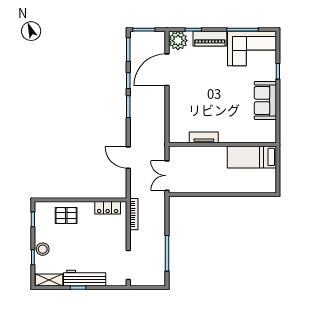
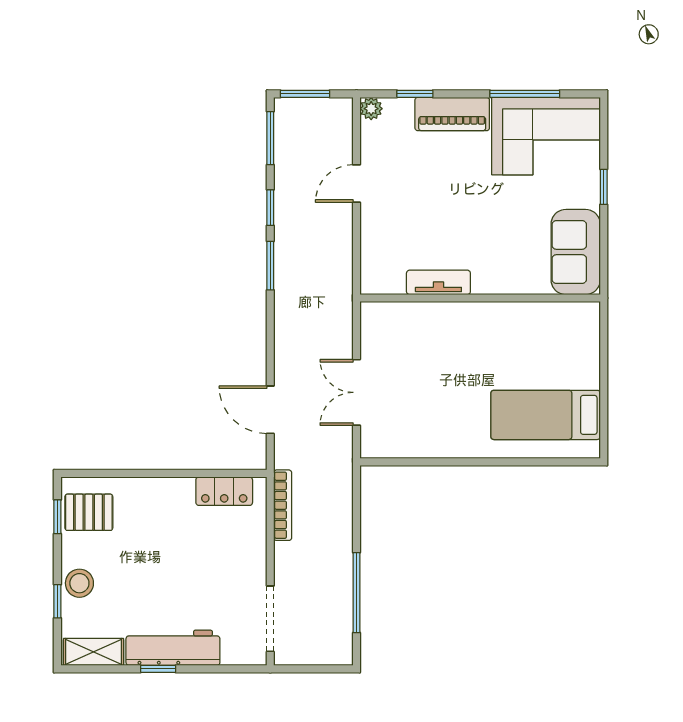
plant: (178, 41) -> (371, 109), width x0.53, depth x0.53
door: (167, 70) -> (356, 184), width x0.53
tv unit: (204, 137) -> (438, 282), moved
wall: (222, 144) -> (480, 298), moved
bed: (252, 157) -> (546, 415), moved
door: (128, 158) -> (270, 410), moved
double door: (167, 176) -> (356, 392), moved
pallet: (66, 216) -> (89, 512), moved

